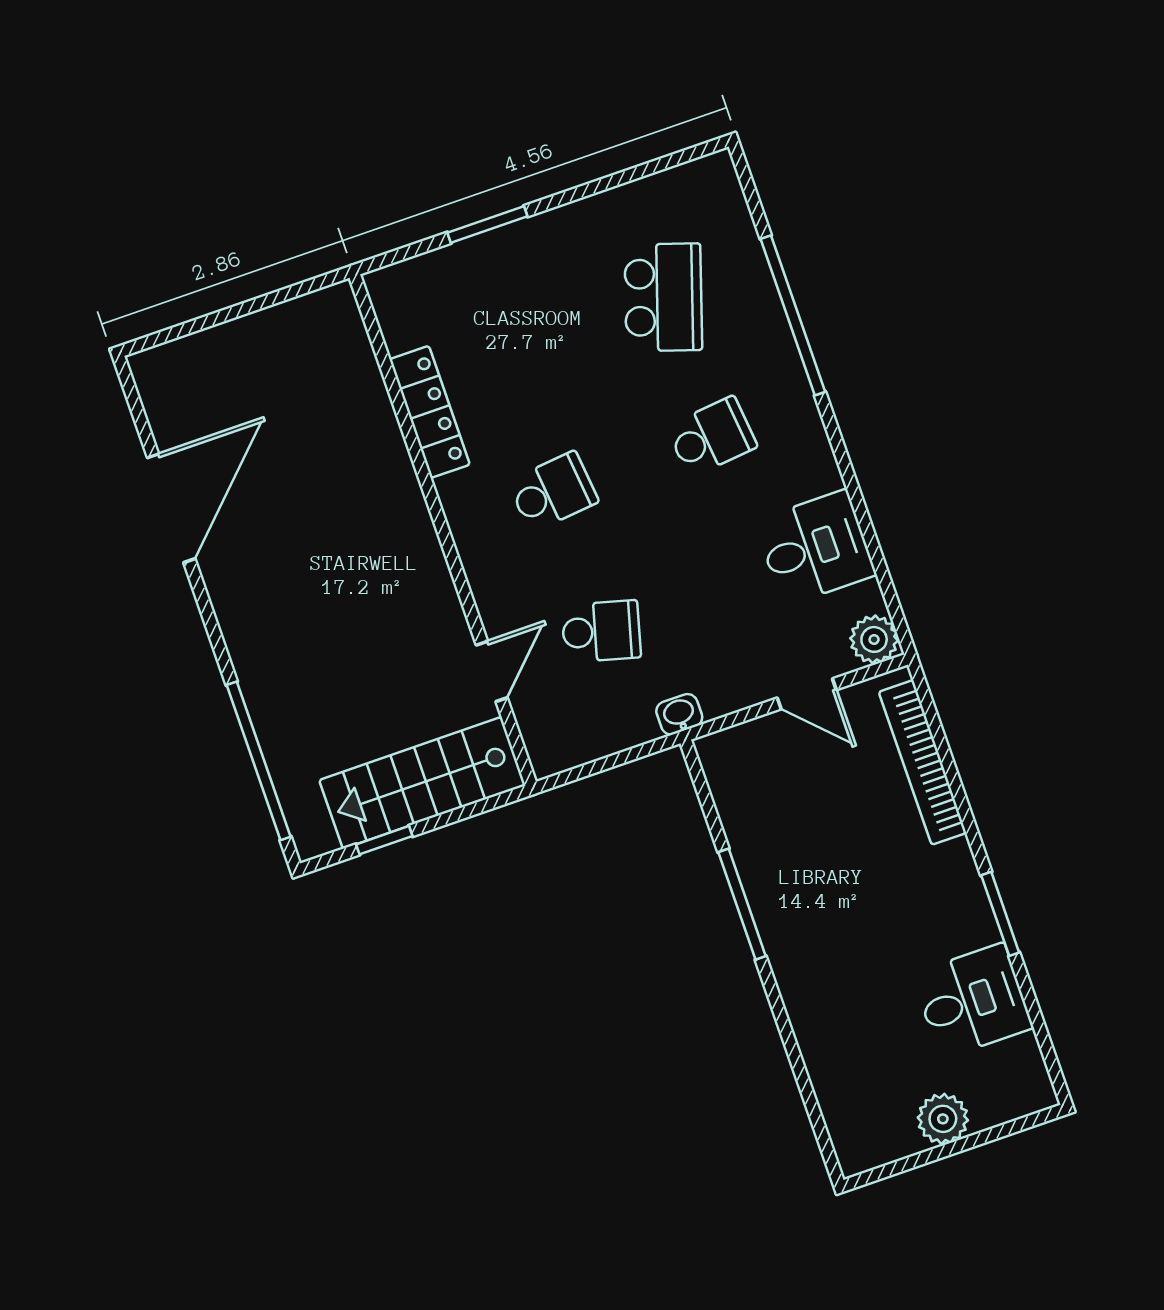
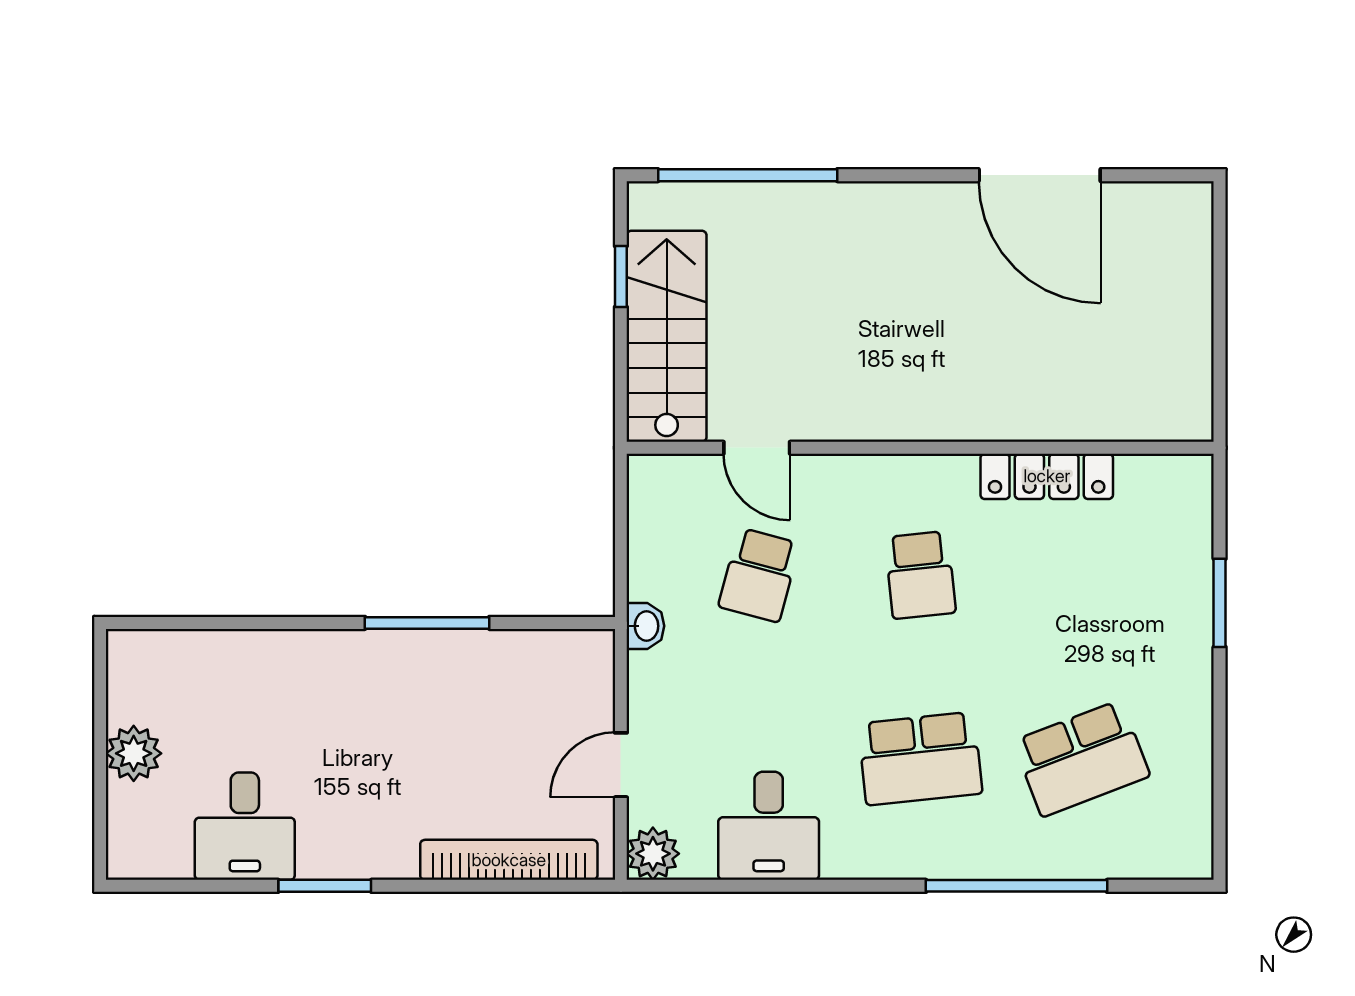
school desk: (663, 297) -> (1081, 759), turned -39
school desk: (712, 437) -> (920, 759), width x1.85

